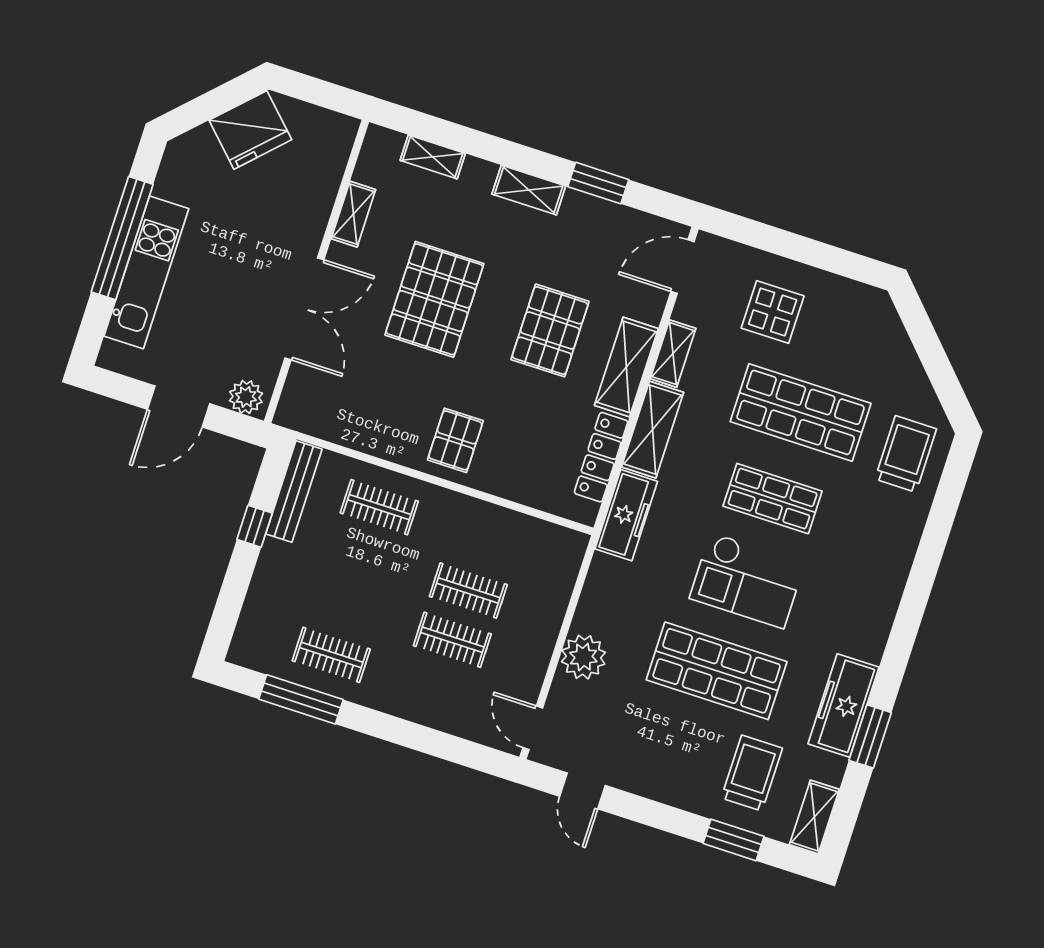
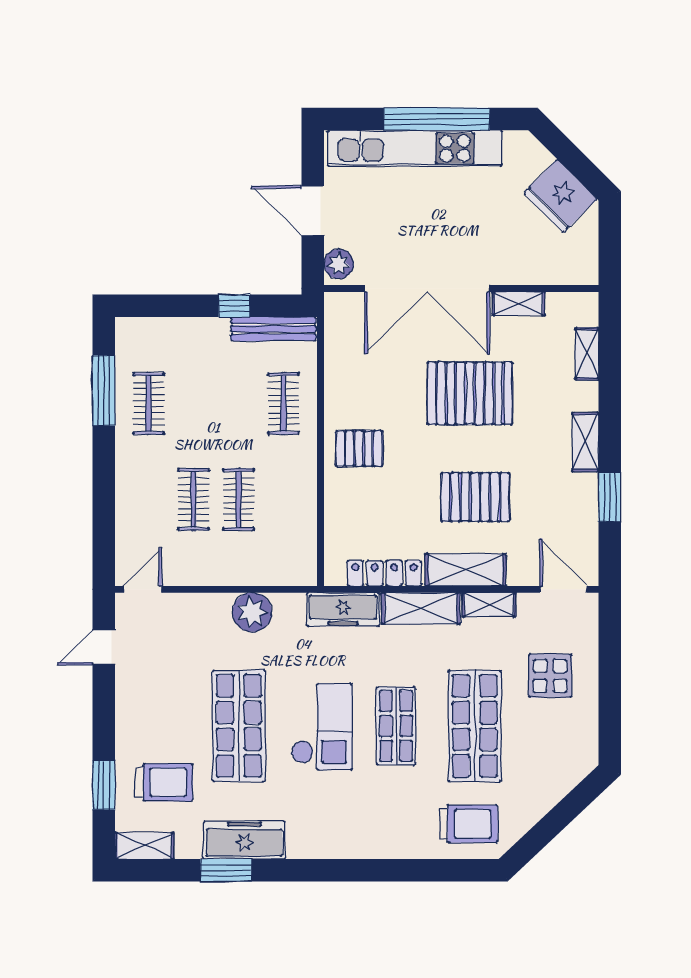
kitchen unit: (146, 272) -> (415, 148), width x1.36
double door: (304, 309) -> (427, 288), width x1.36
checkout: (747, 580) -> (322, 727), turned 180
plant: (583, 657) -> (252, 612), moved

